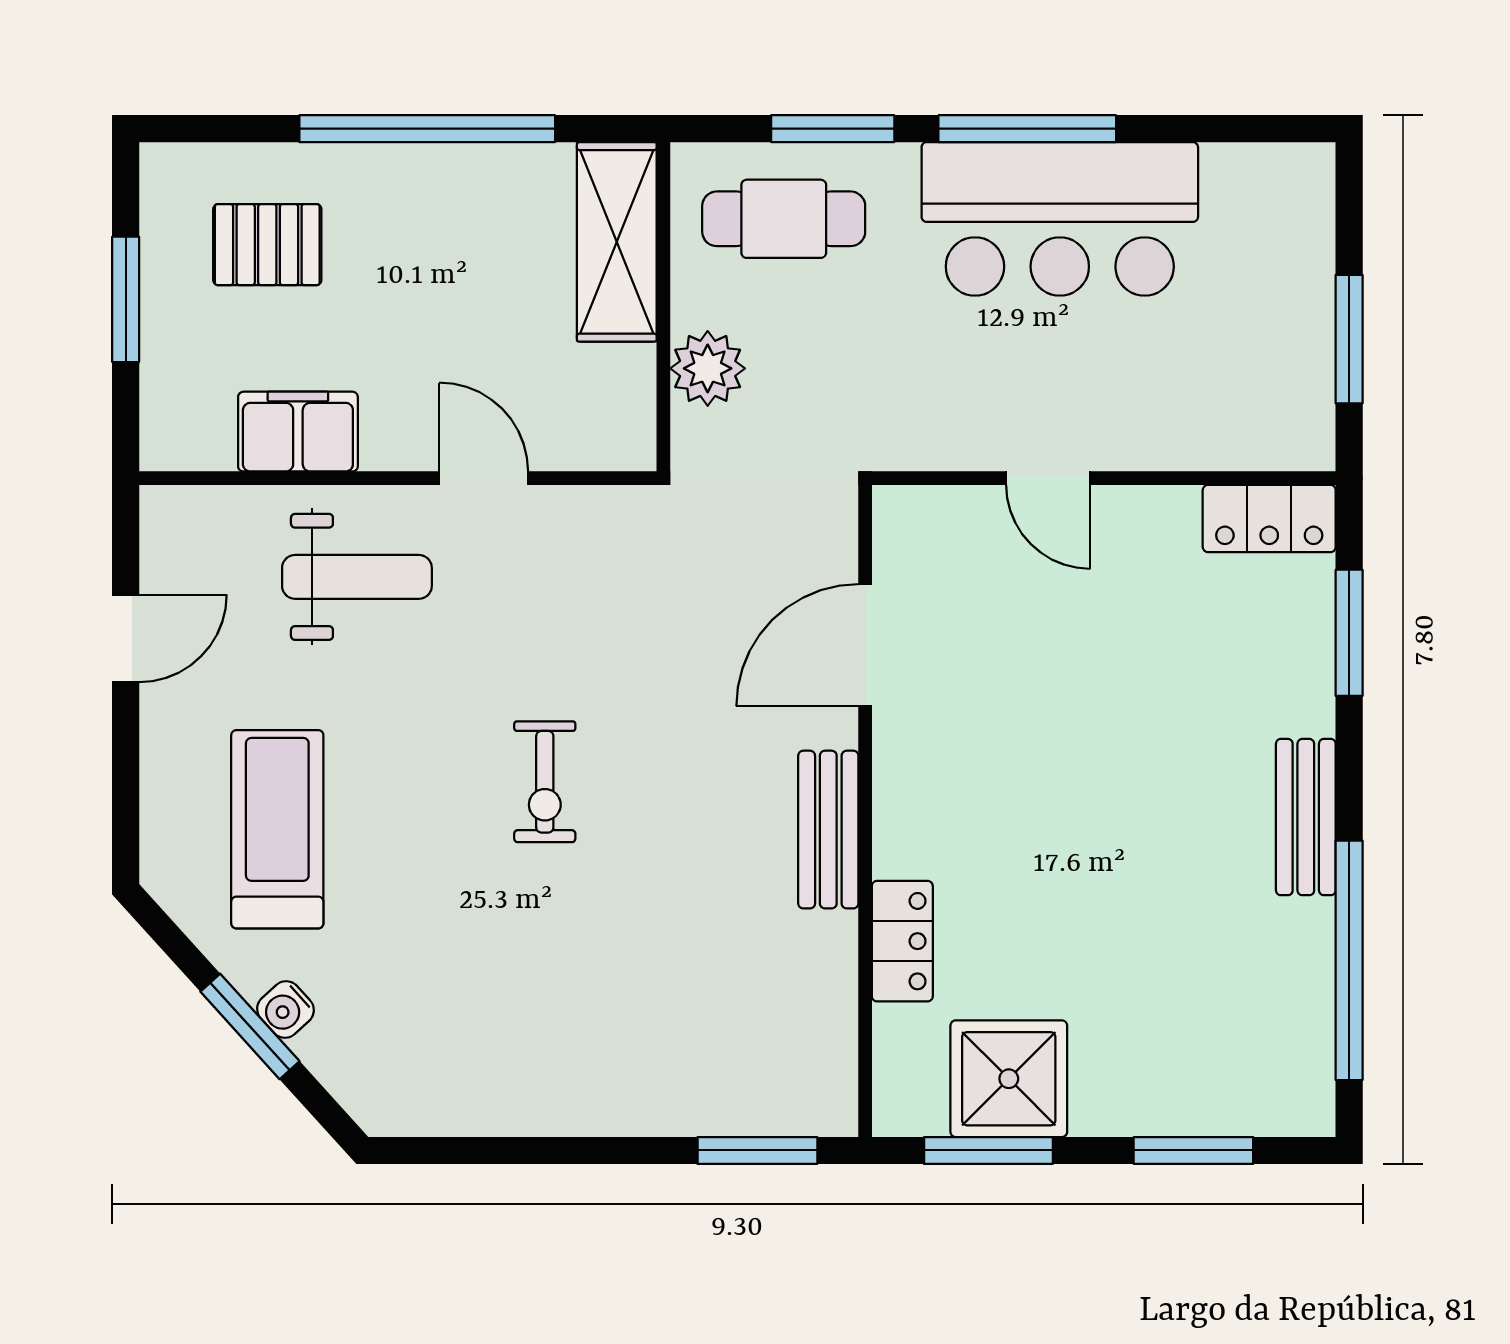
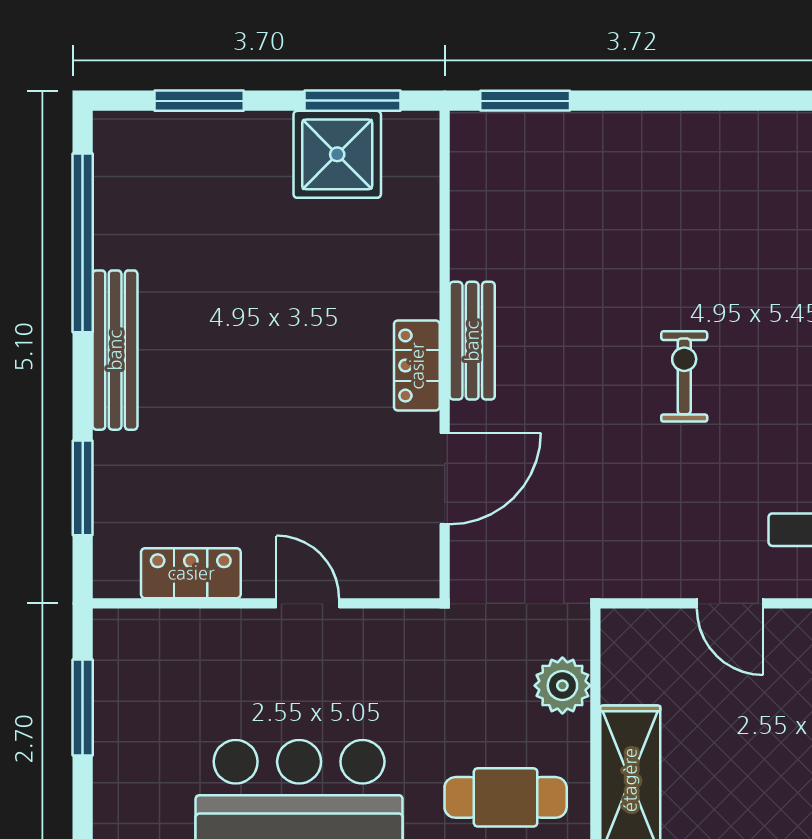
locker: (1269, 519) -> (191, 573), moved
bench: (1306, 817) -> (115, 350), width x1.36
locker: (902, 941) -> (417, 366), moved

